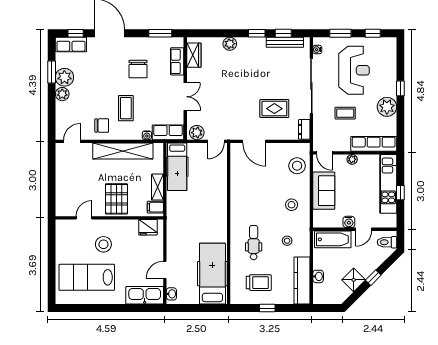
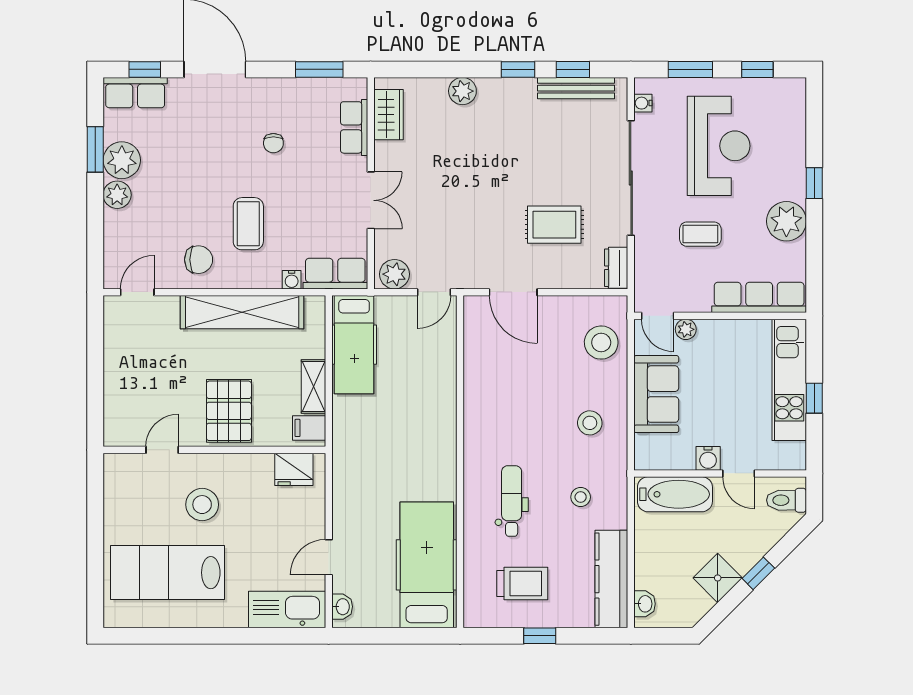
chair: (138, 69) -> (273, 143), width x0.54, depth x0.54
plant: (352, 159) -> (686, 329), moved
door: (364, 229) -> (739, 473), hinge flipped
washbasin: (318, 276) -> (645, 604), moved

